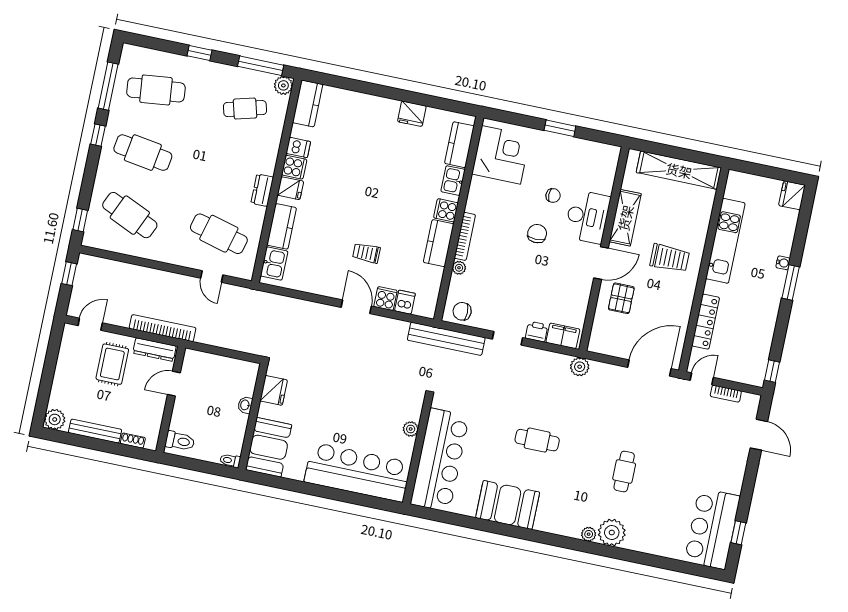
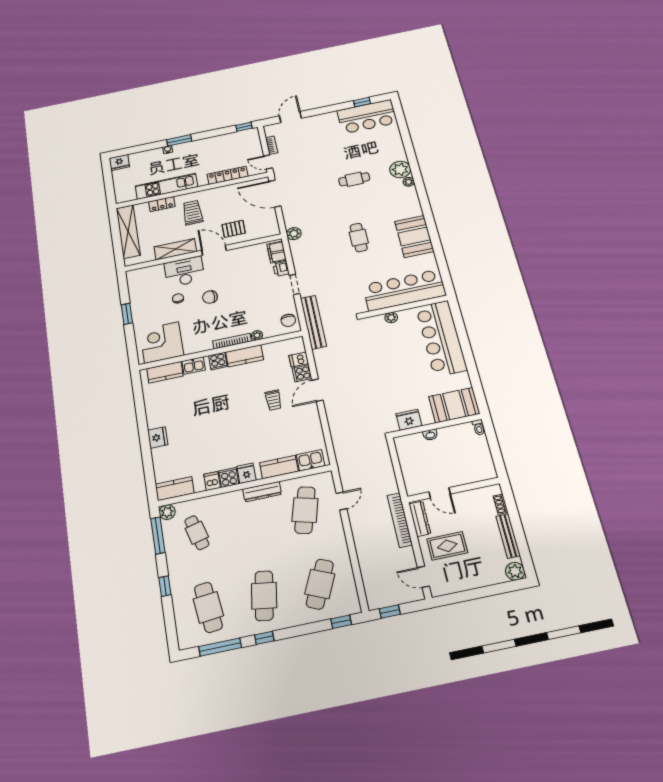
fridge: (412, 114) -> (158, 438), moved
dresser: (262, 190) -> (262, 492), width x1.44
locker: (701, 225) -> (162, 204), added
toilet: (180, 441) -> (483, 469), removed

